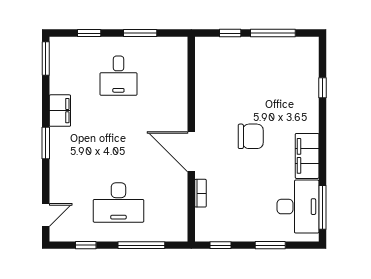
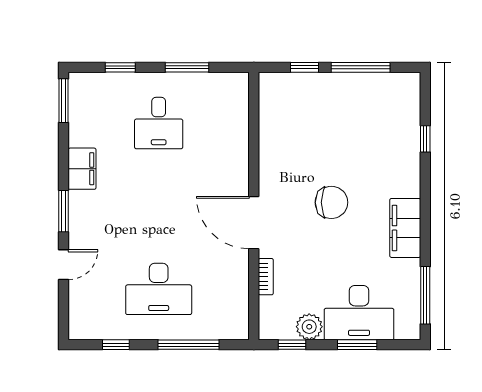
desk: (298, 207) -> (359, 313), moved, turned 90
door: (46, 215) -> (64, 265), moved
plant: (234, 231) -> (309, 327), added

